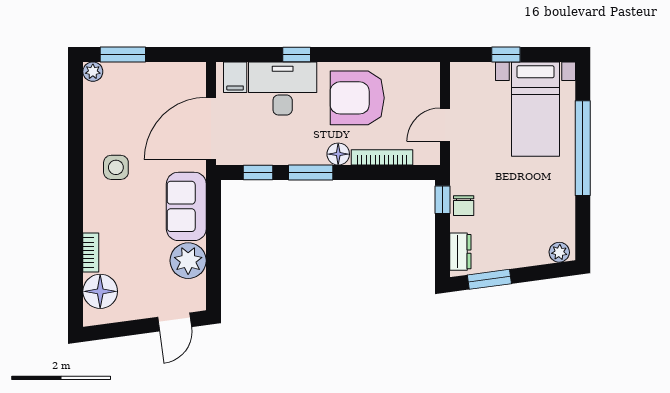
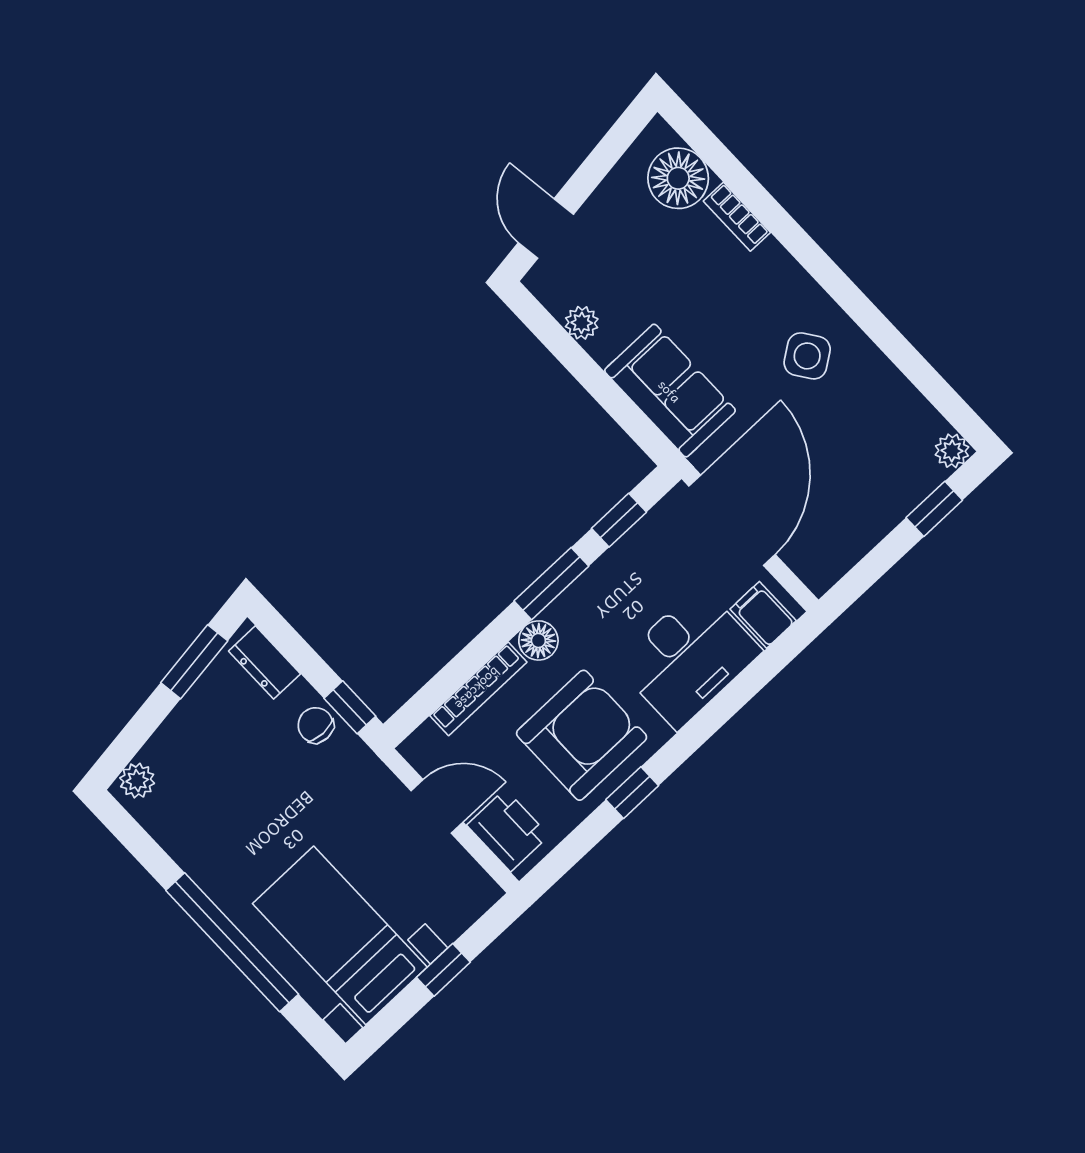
window: (123, 54) -> (934, 509), width x0.67
window: (297, 54) -> (632, 793), moved
printer: (425, 87) -> (508, 830), added
door: (445, 125) -> (437, 806), hinge flipped
side table: (116, 167) -> (807, 356), turned -35
plant: (188, 261) -> (582, 323), width x0.53, depth x0.53

